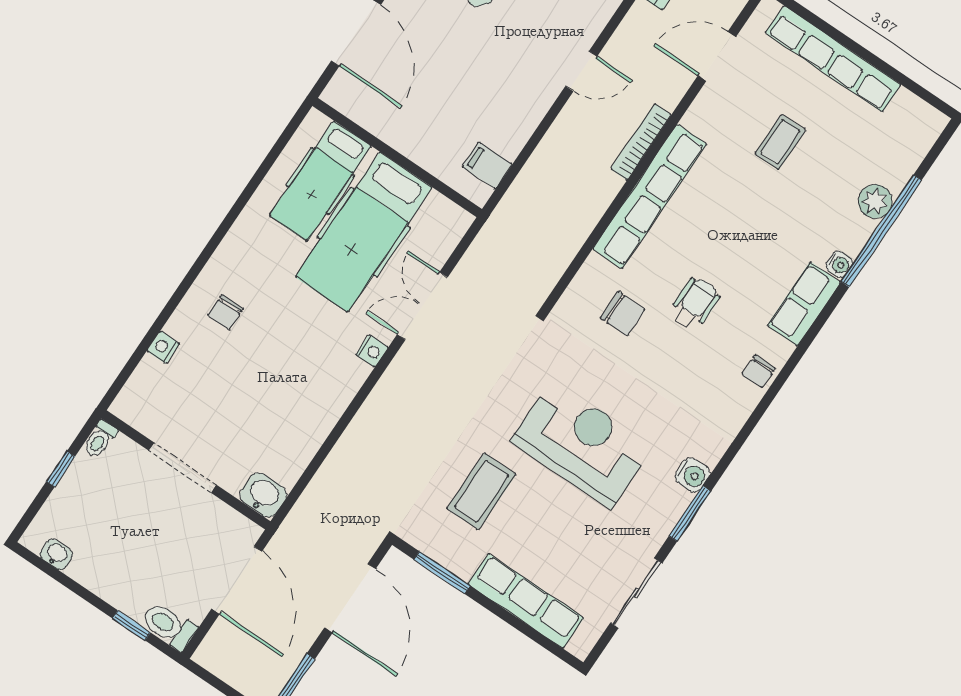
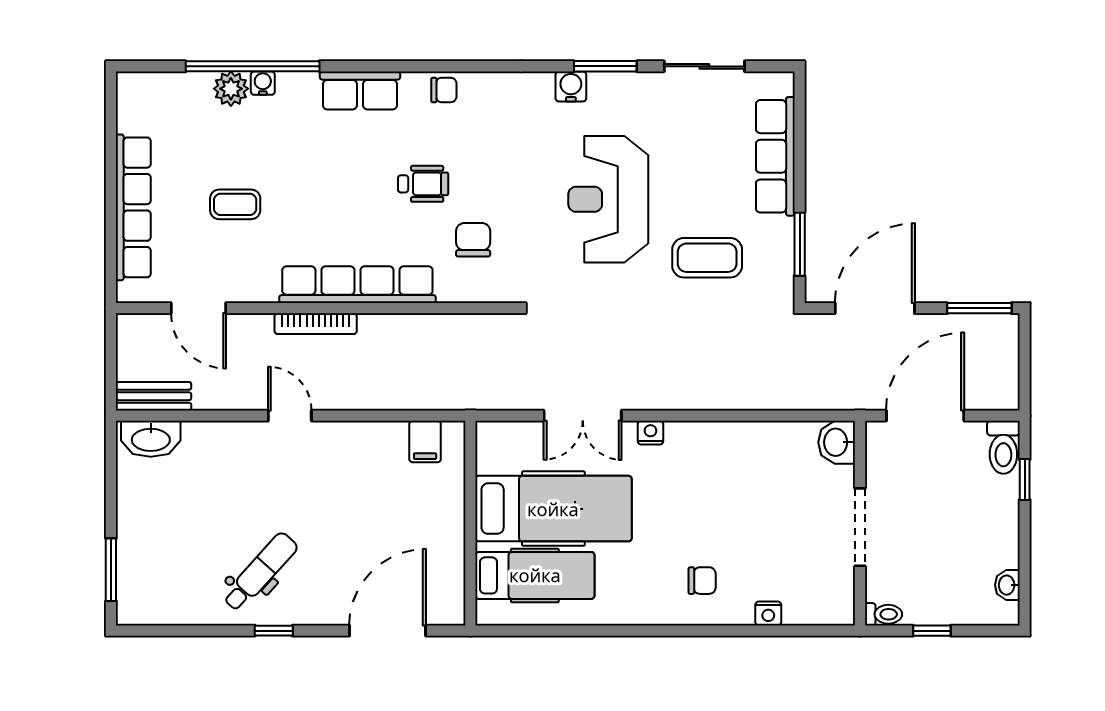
water cooler: (839, 264) -> (263, 83), moved
wheelchair: (695, 304) -> (423, 184), turned 180

